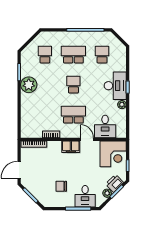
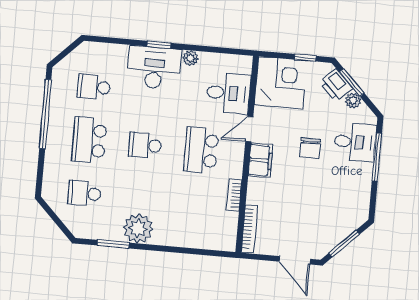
chair: (61, 186) -> (310, 148), moved

